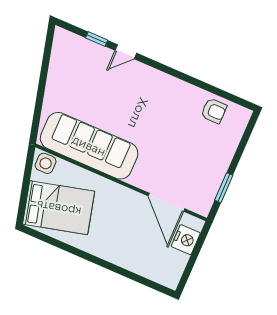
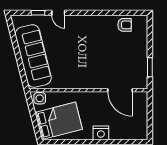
door: (126, 52) -> (58, 13), hinge flipped
sofa: (89, 146) -> (33, 56), moved, turned 76
nightstand: (186, 240) -> (101, 133), moved, turned 90

